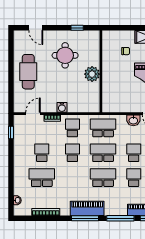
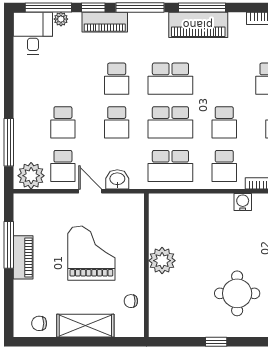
wall: (101, 71) -> (146, 265), moved
plant: (92, 74) -> (162, 261), moved

